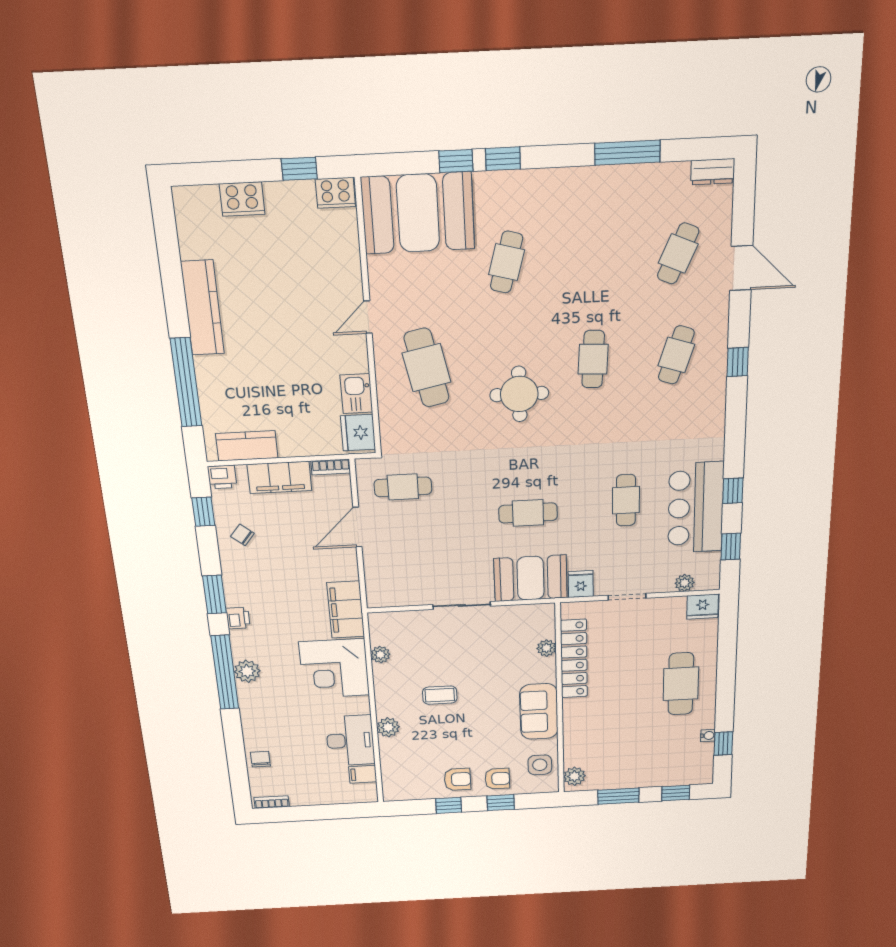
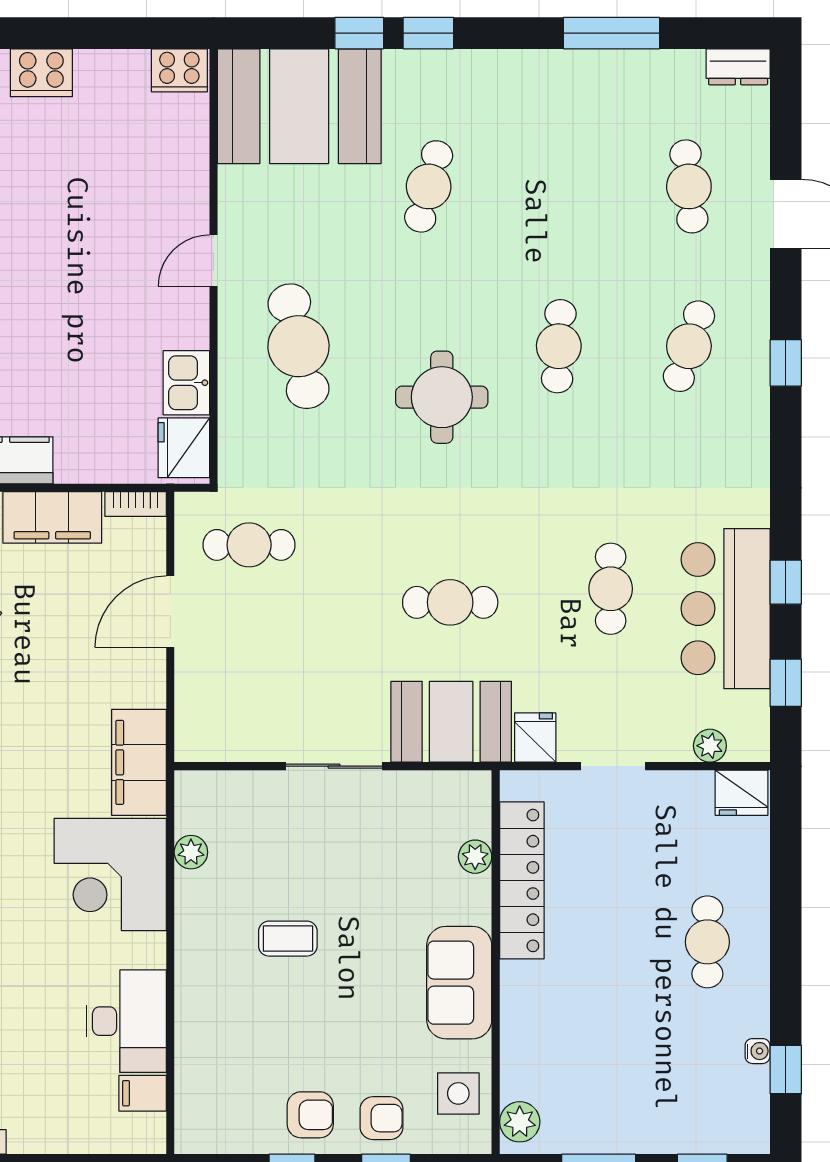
window: (299, 169) -> (130, 33), removed
cafe table: (678, 254) -> (689, 186), turned -30
cafe table: (681, 684) -> (707, 942), width x0.73, depth x0.74
plant: (388, 727) -> (194, 998), removed

